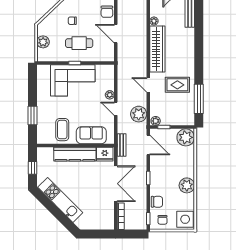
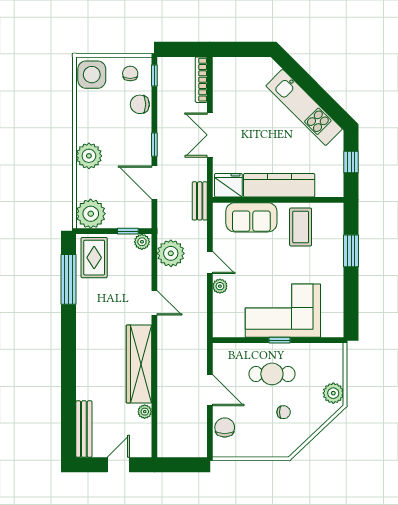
plant: (43, 42) -> (333, 393), moved
rug: (177, 85) -> (94, 258), moved, turned 90
door: (148, 145) -> (154, 183), moved
double door: (116, 184) -> (210, 135), width x0.73
plant: (187, 185) -> (89, 156), moved

